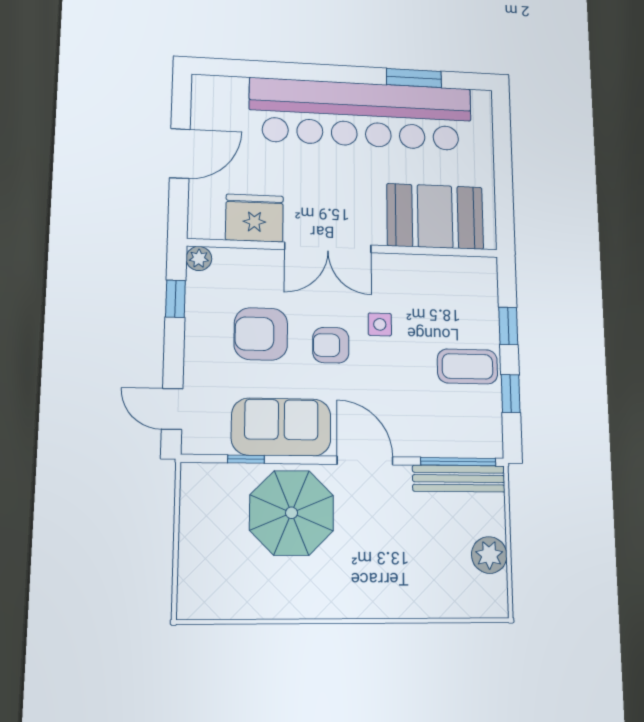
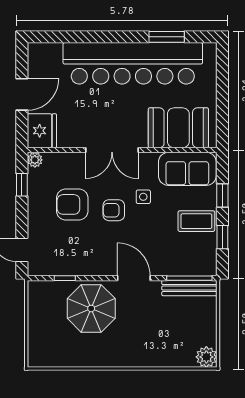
fridge: (254, 218) -> (42, 131), moved, turned 90
sofa: (281, 427) -> (187, 169), moved, turned 180
plant: (489, 555) -> (206, 357), moved

